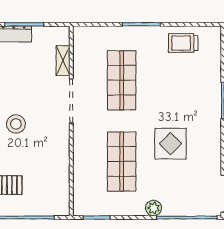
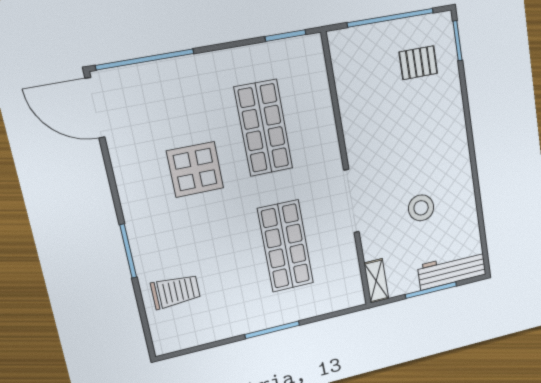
trolley: (183, 43) -> (176, 291), moved
shelving: (63, 61) -> (376, 281), moved
stool: (16, 124) -> (421, 208), moved
plant: (154, 208) -> (201, 65), removed

